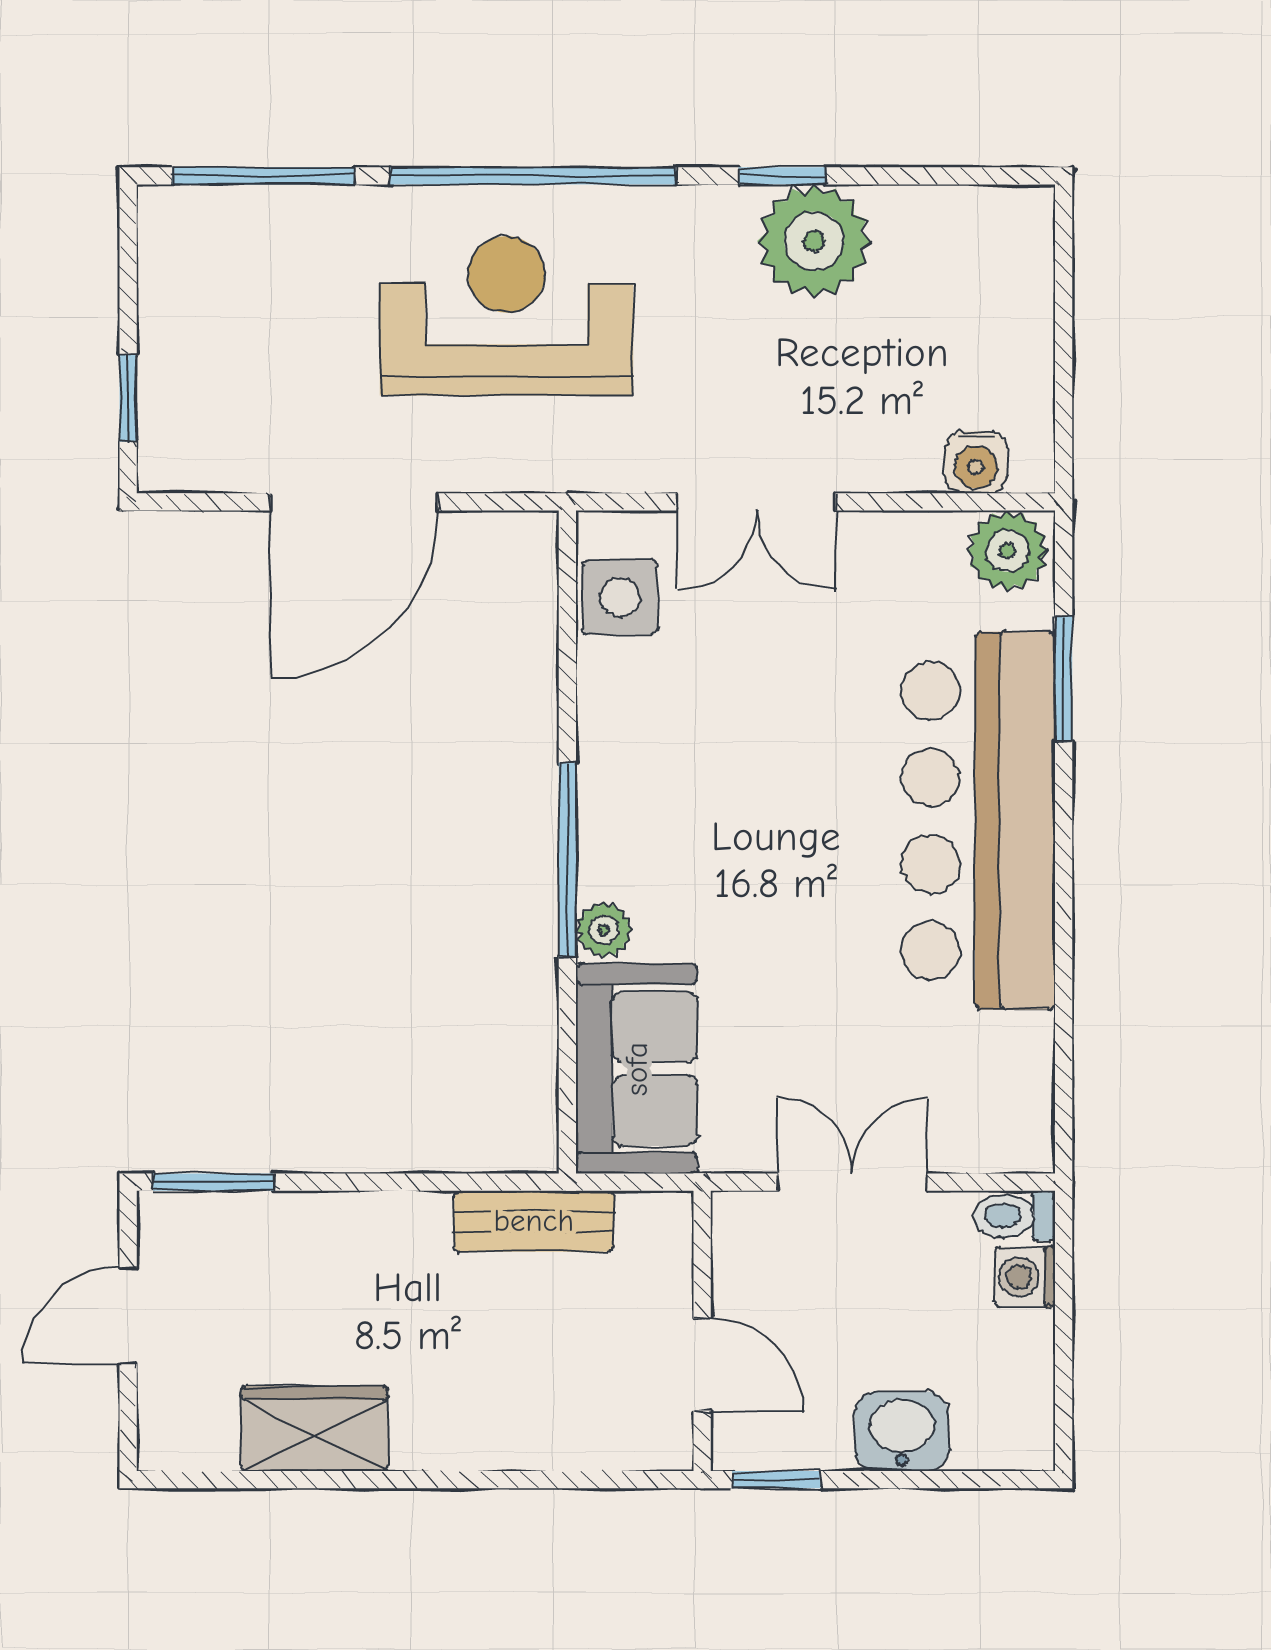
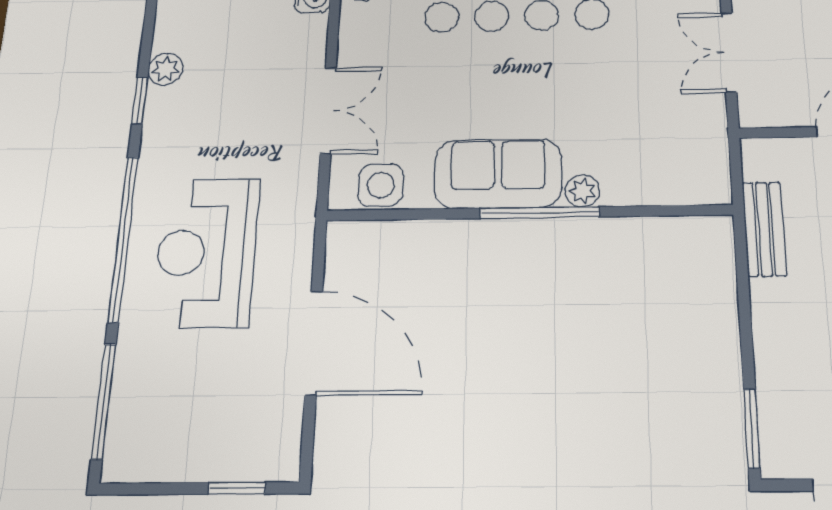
plant: (814, 241) -> (166, 69), width x0.53, depth x0.53
sofa: (637, 1069) -> (498, 174), moved

